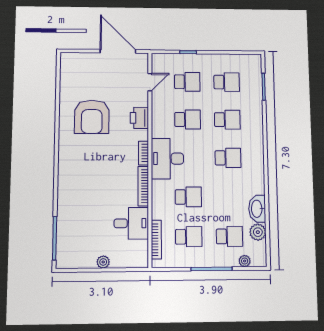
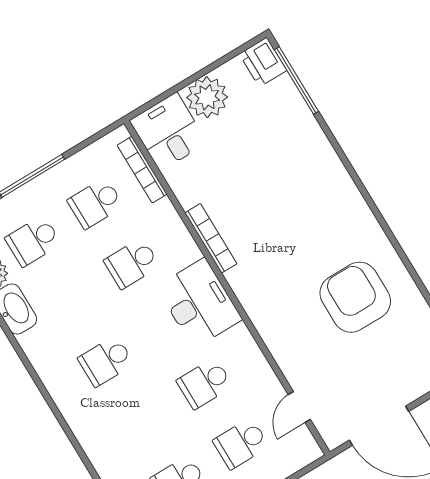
printer: (139, 118) -> (263, 62), moved, turned 180
school desk: (227, 120) -> (142, 421), removed
bookcase: (143, 153) -> (241, 289), removed
desk: (131, 223) -> (168, 132), moved, turned 90
plant: (103, 262) -> (207, 97), width x1.88, depth x1.88

